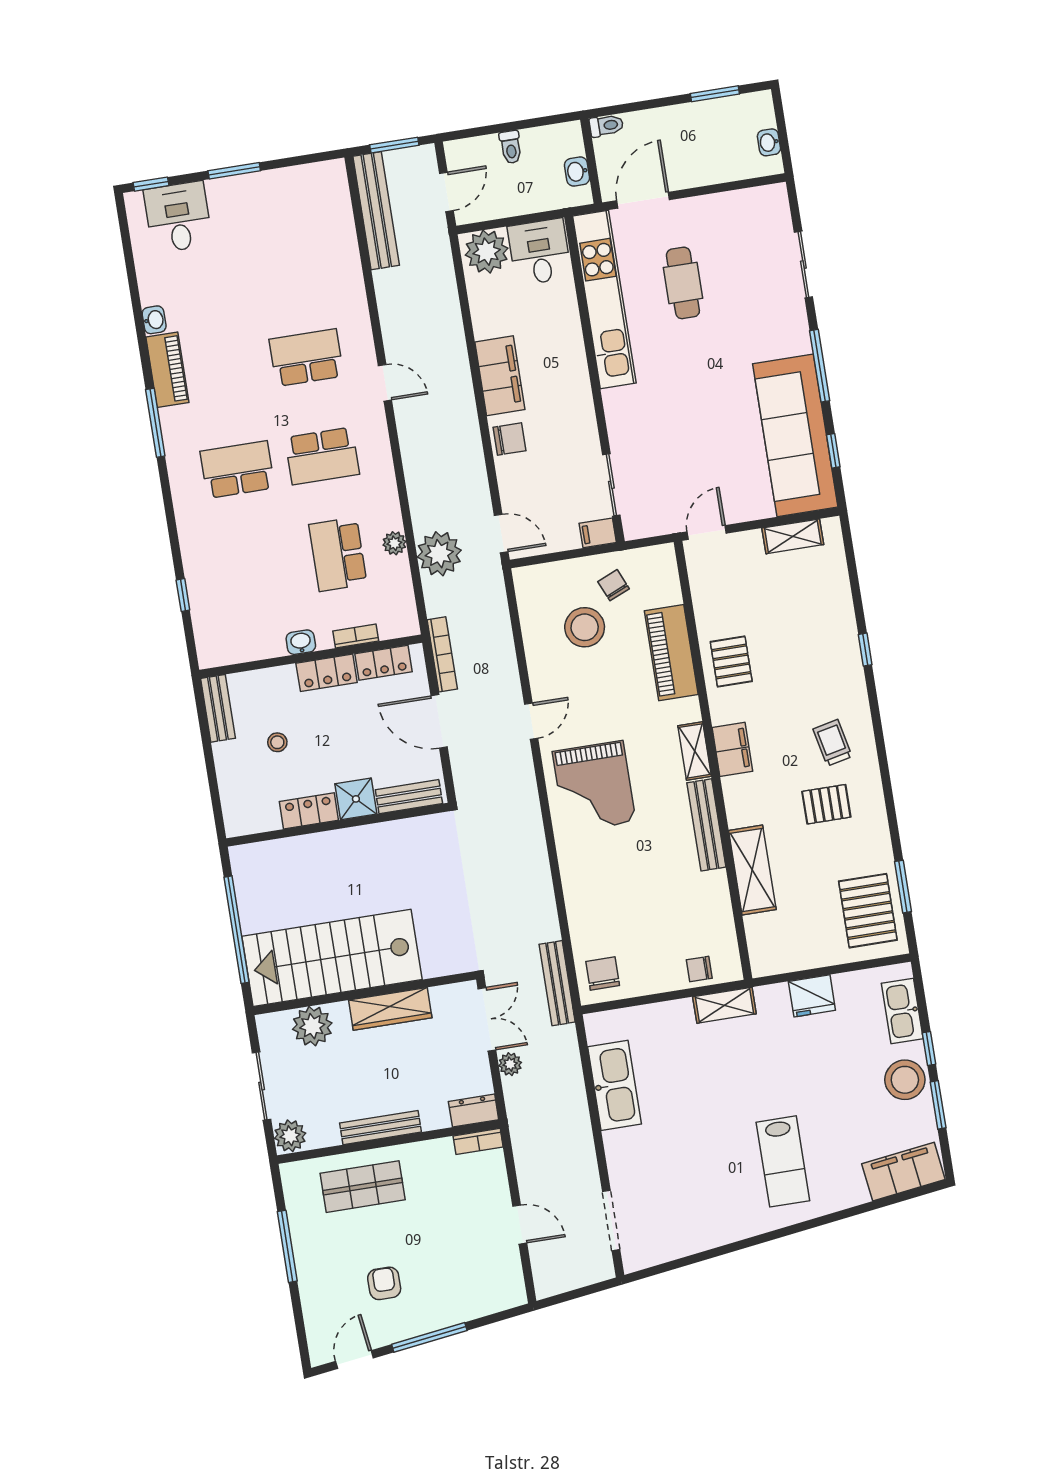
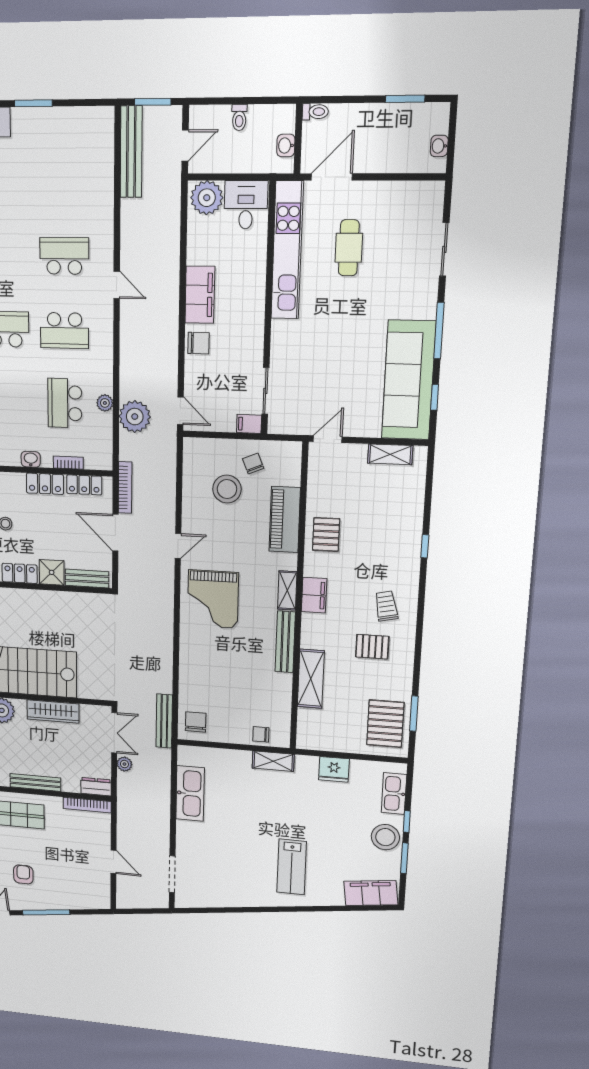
bookcase: (478, 1141) -> (87, 805), width x1.56

